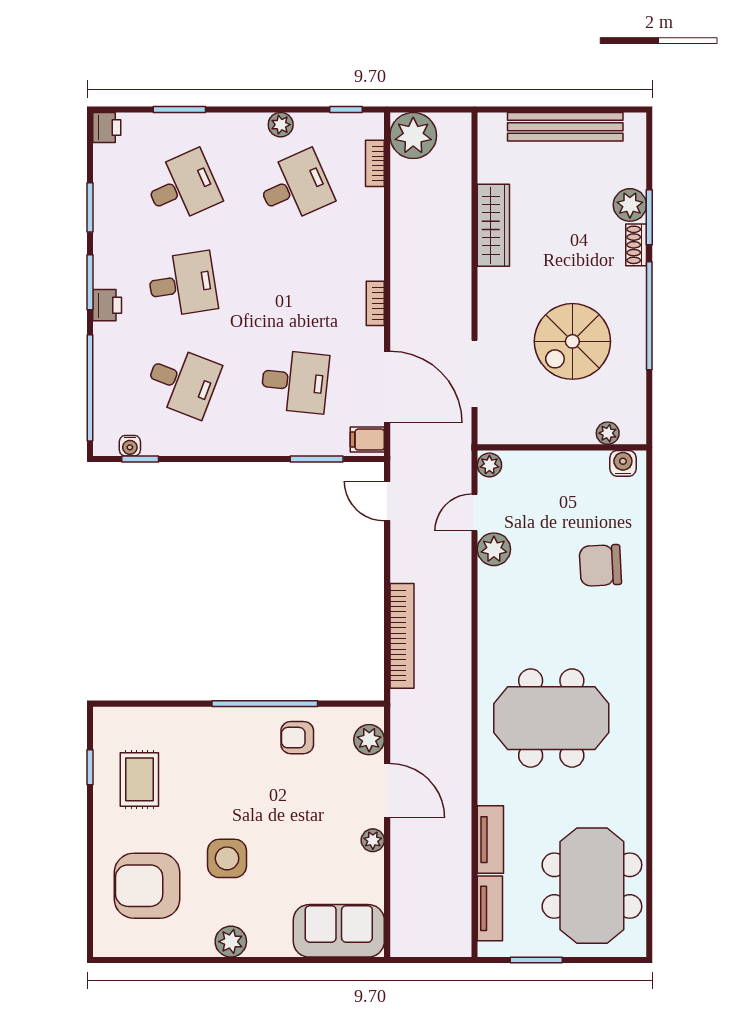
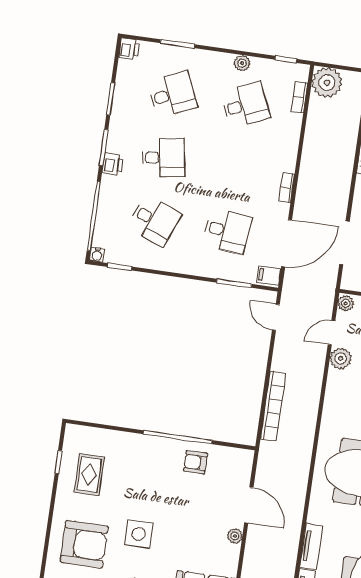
door: (387, 387) -> (287, 243), hinge flipped
water cooler: (130, 446) -> (97, 255), moved
plant: (369, 740) -> (242, 470), removed
armchair: (147, 886) -> (84, 544), turned 180

